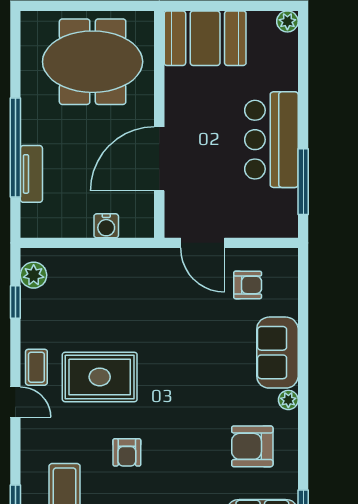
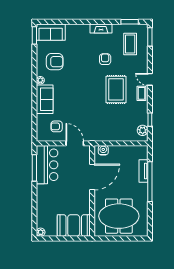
bar counter: (271, 140) -> (47, 165), moved
water cooler: (106, 226) -> (103, 150), moved
rug: (100, 377) -> (116, 89), turned 90

